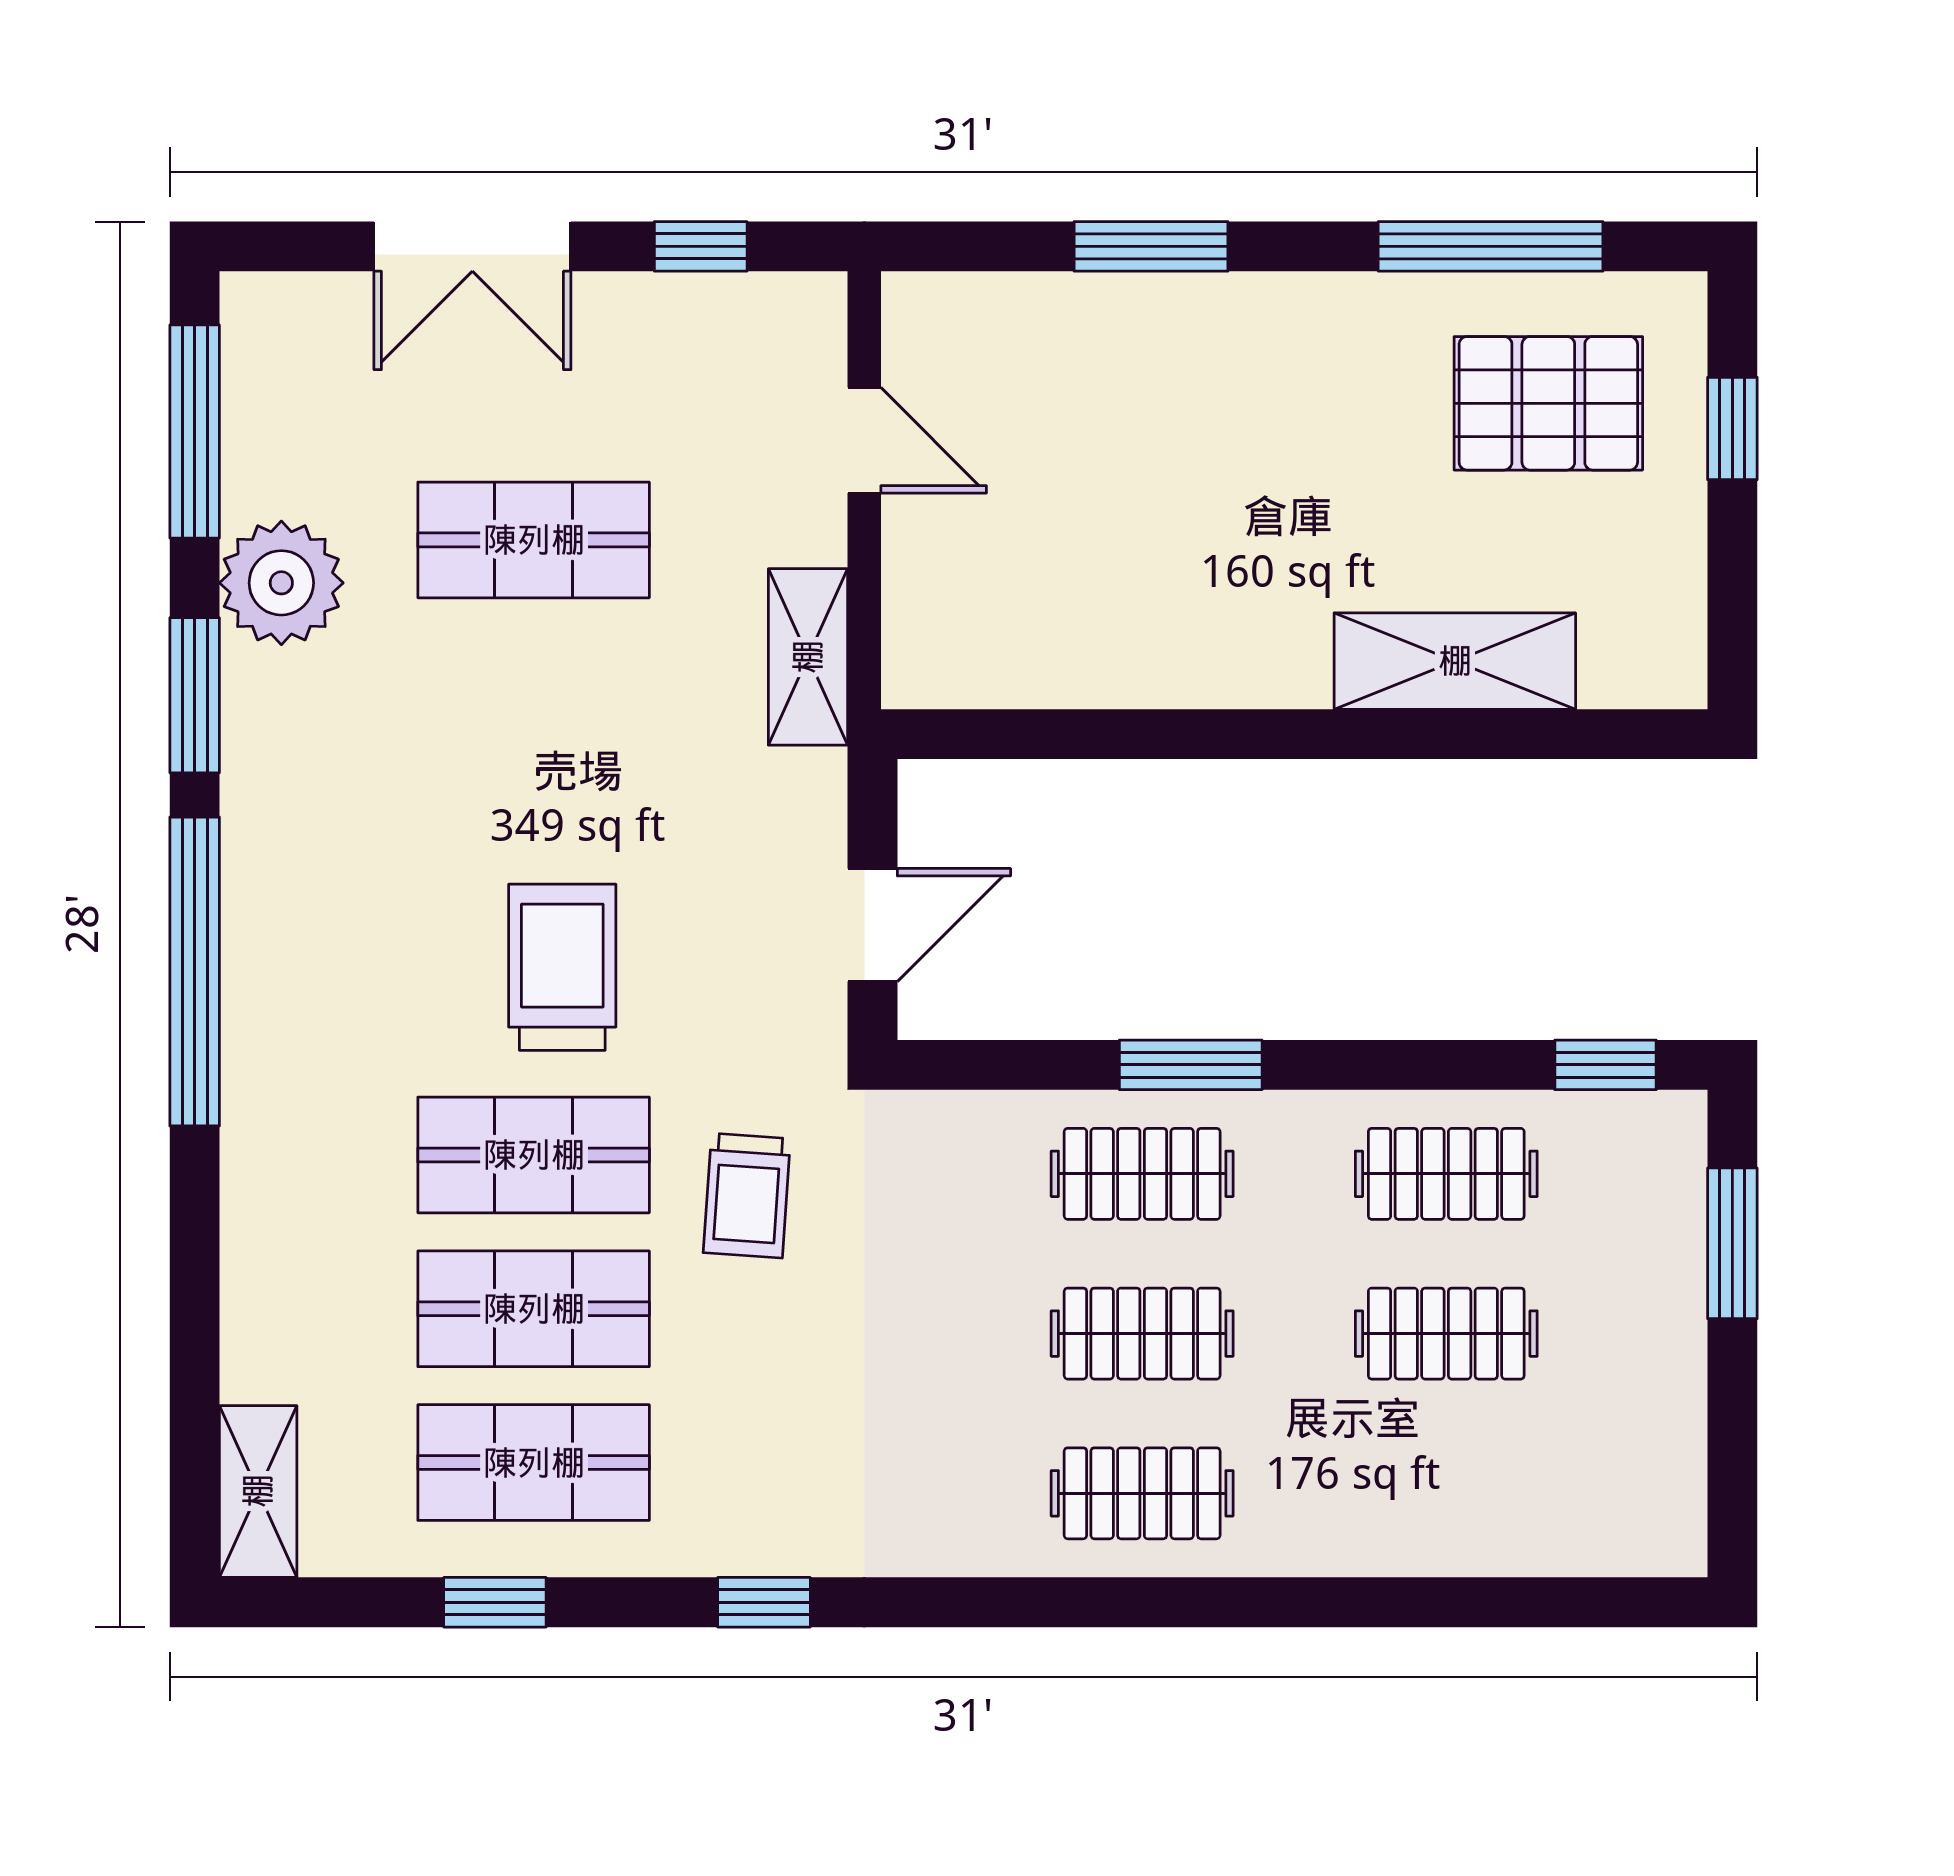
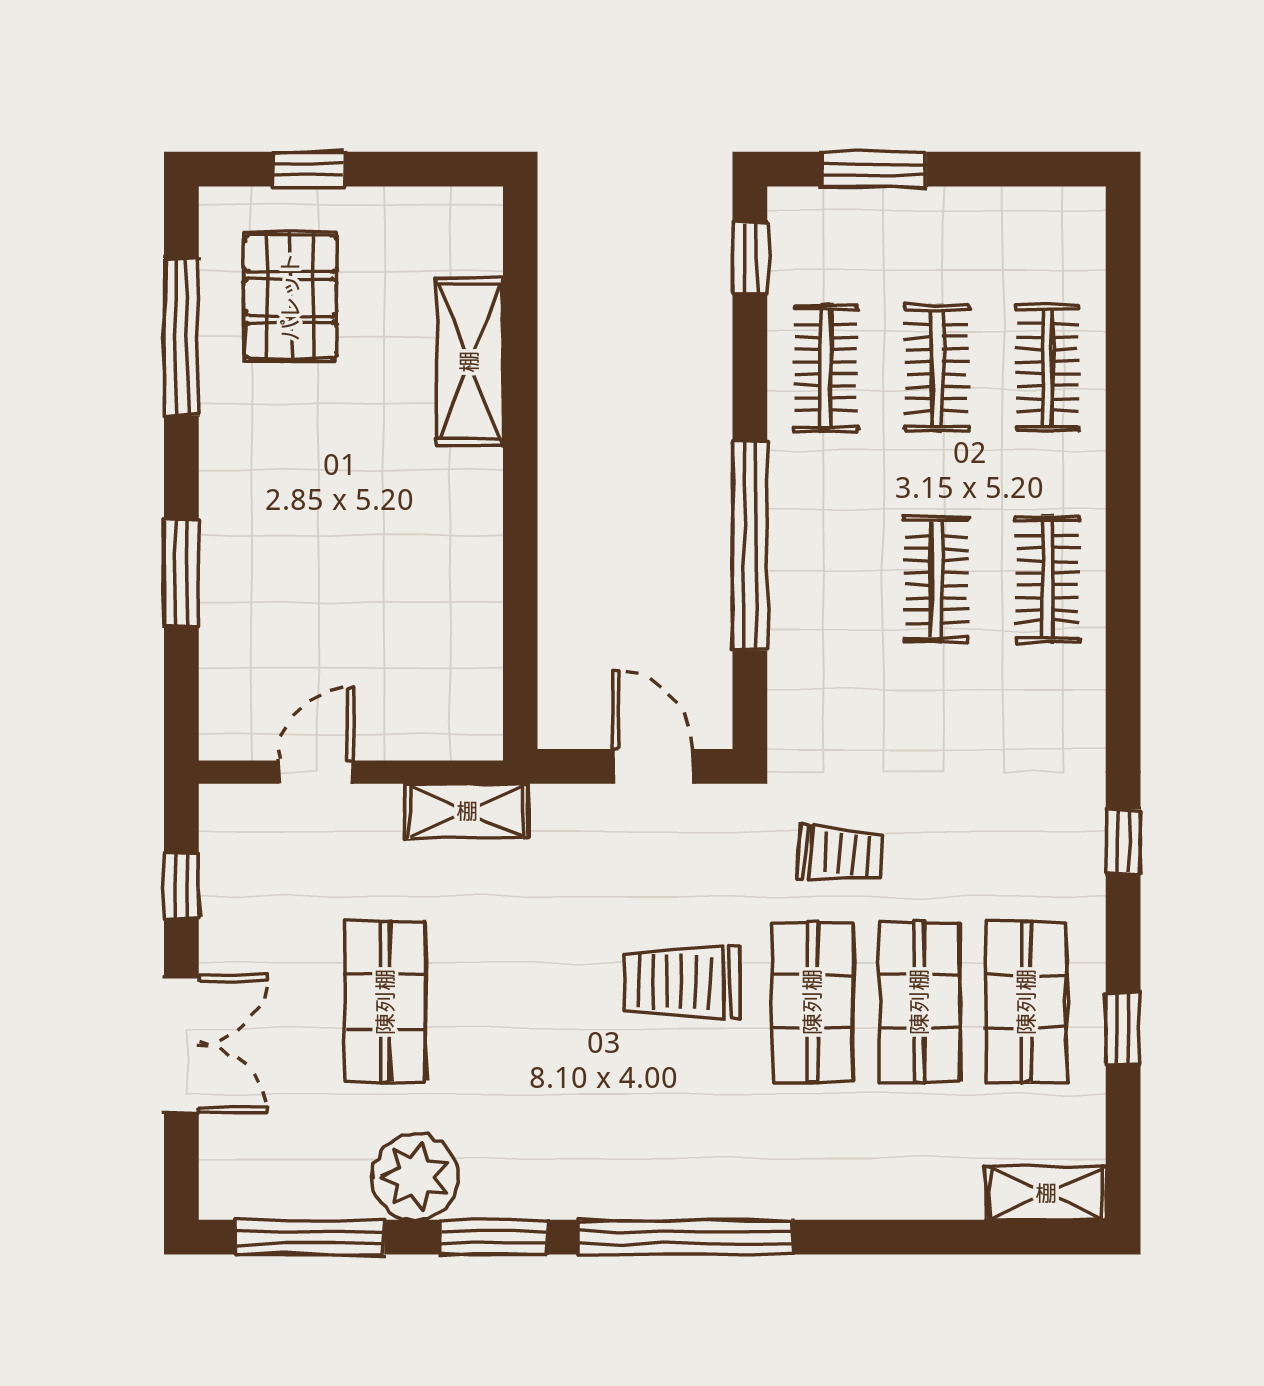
window: (1191, 1065) -> (750, 545), width x2.11
clothes rail: (1142, 1174) -> (1047, 368), moved

